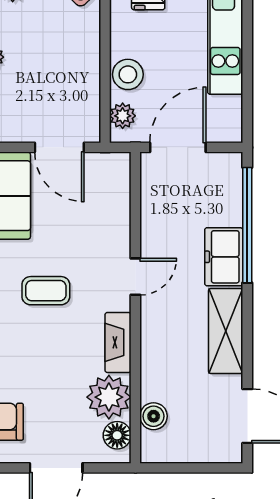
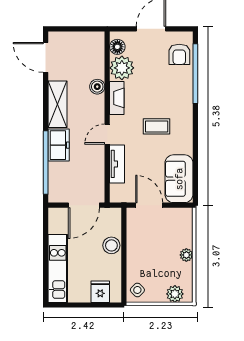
plant: (123, 116) -> (114, 223), removed
tv unit: (118, 222) -> (117, 164), added
boiler: (154, 416) -> (97, 87), moved

